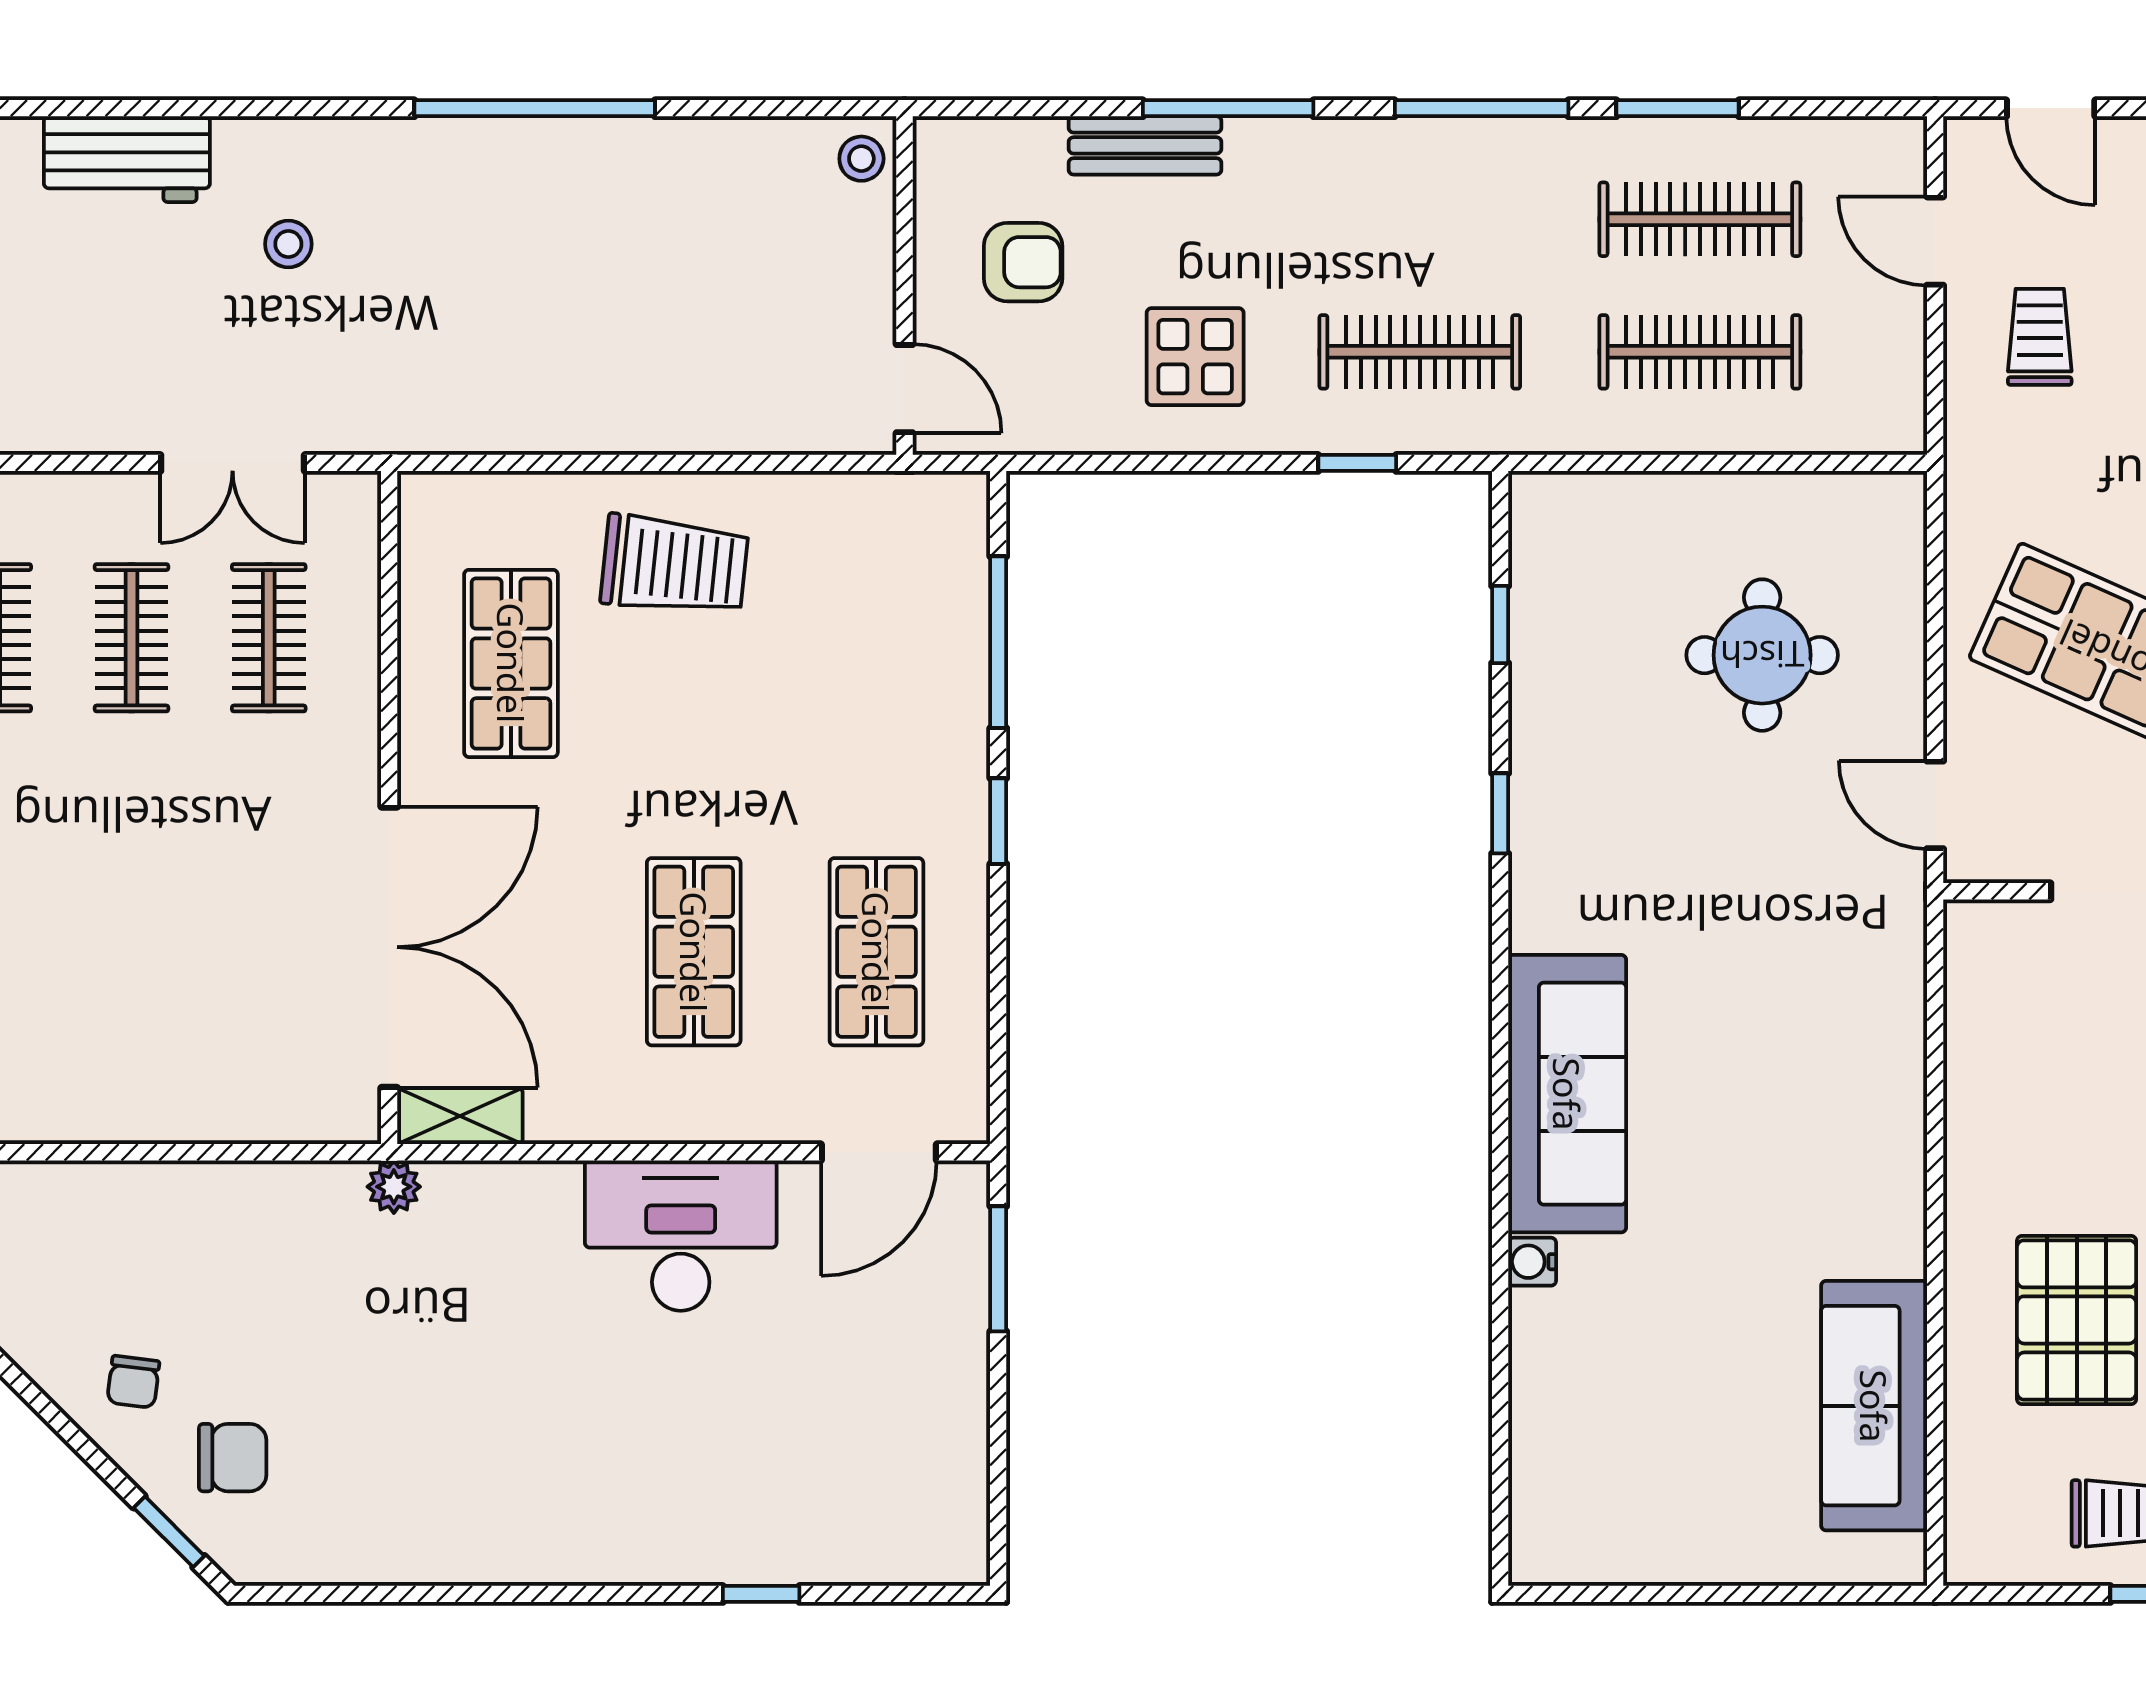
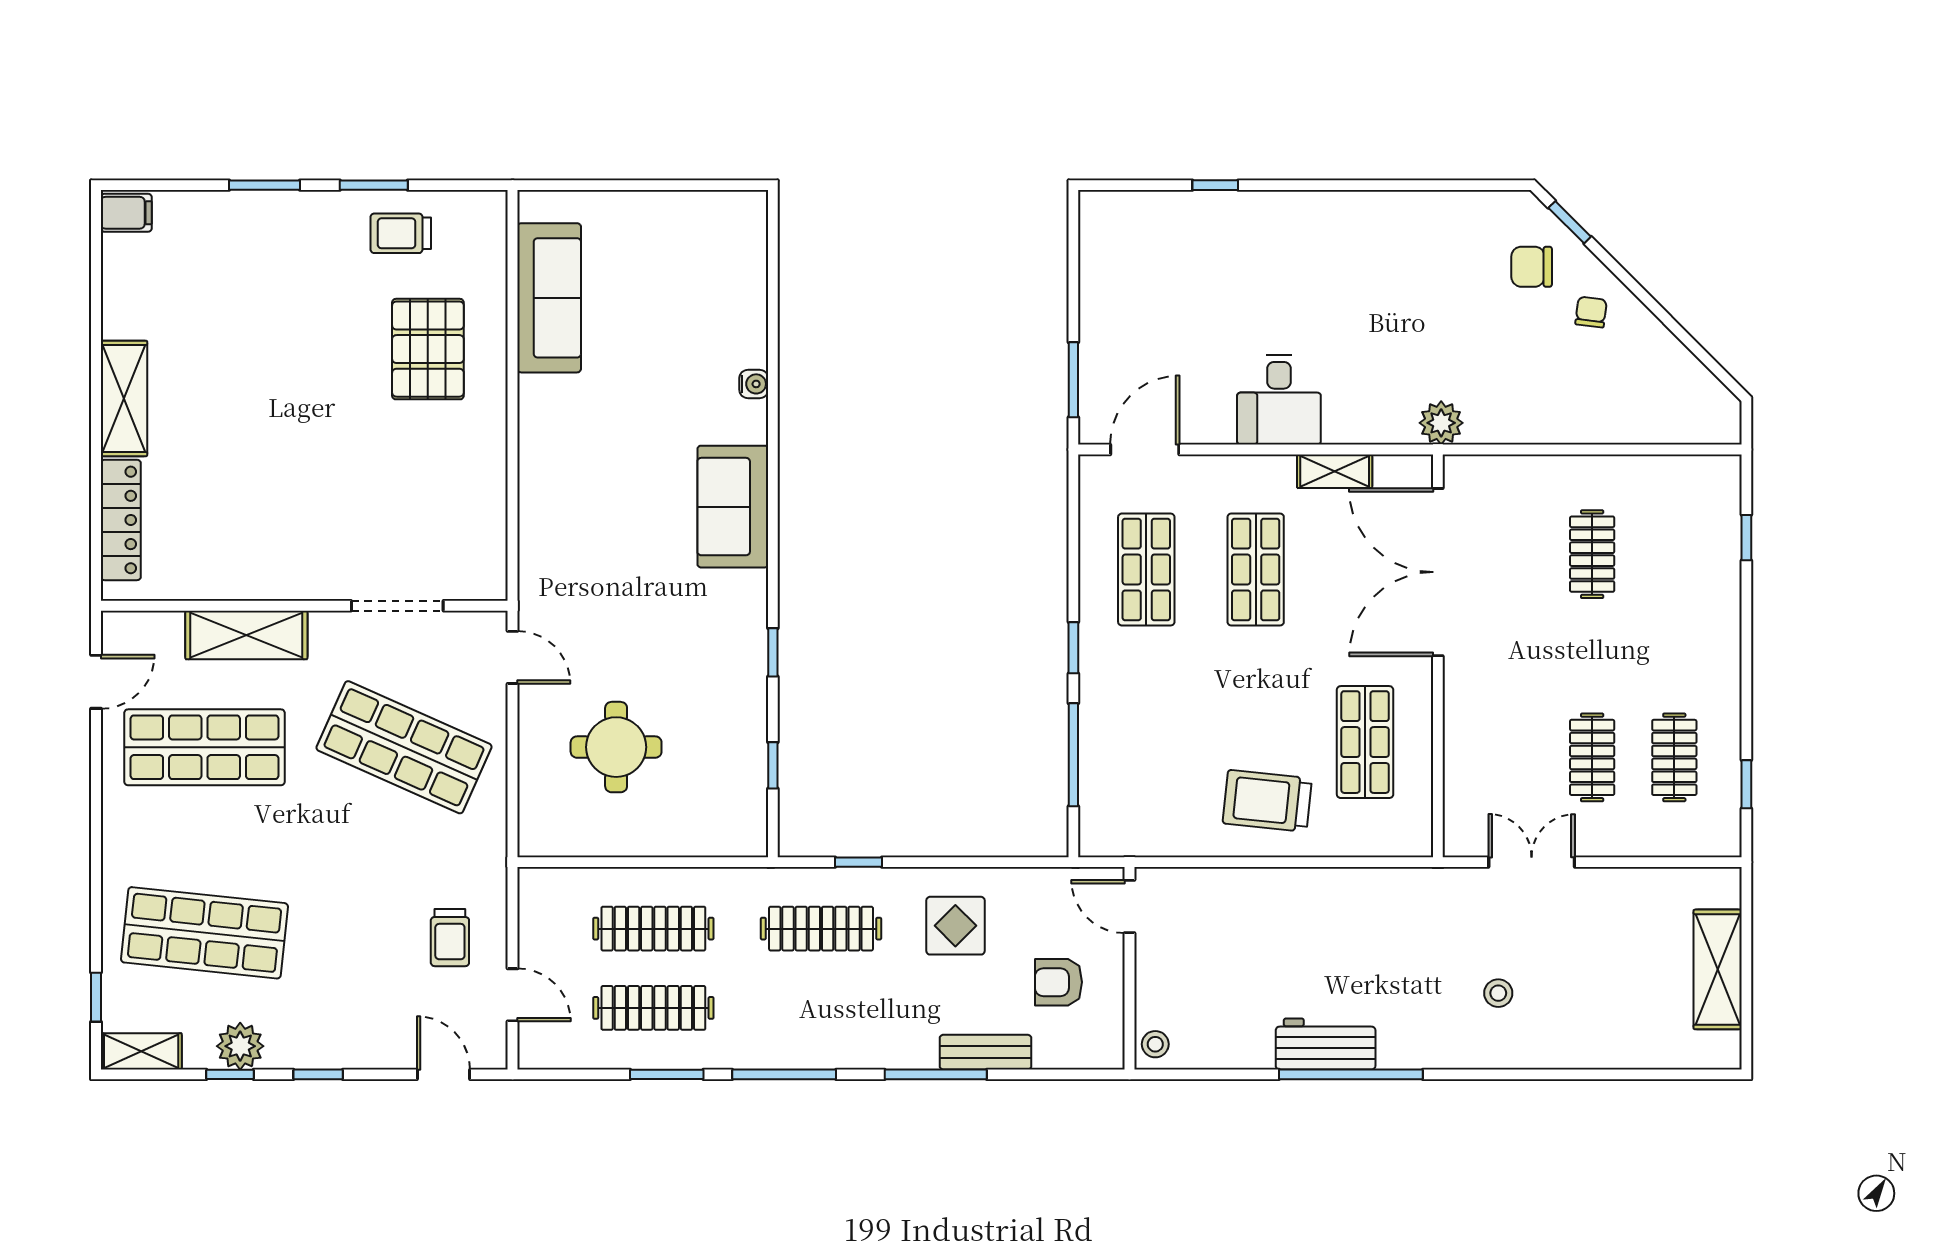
workbench: (127, 159) -> (1326, 1044), moved
clothes rail: (269, 638) -> (1592, 554), moved
sofa: (1567, 1094) -> (733, 507), width x0.73
shelving: (460, 1116) -> (1335, 471), moved
plant: (394, 1187) -> (1441, 423), width x1.38, depth x1.38
desk: (681, 1236) -> (1279, 400), width x0.73

